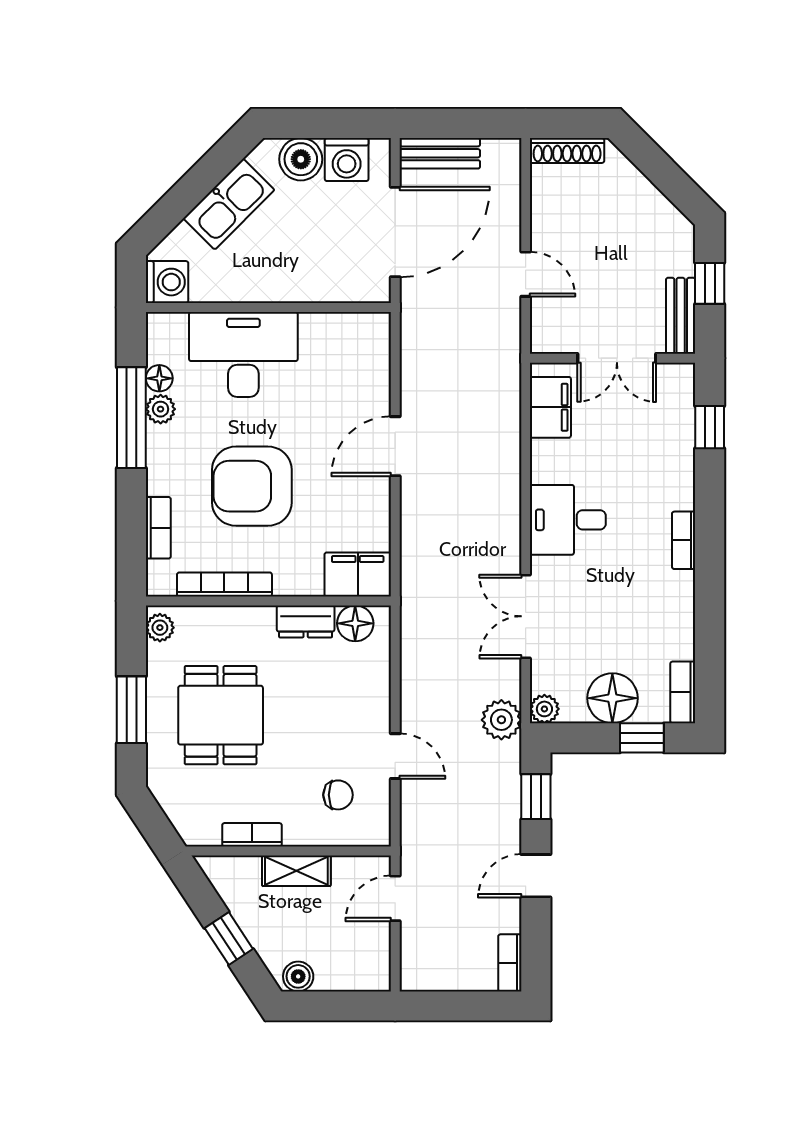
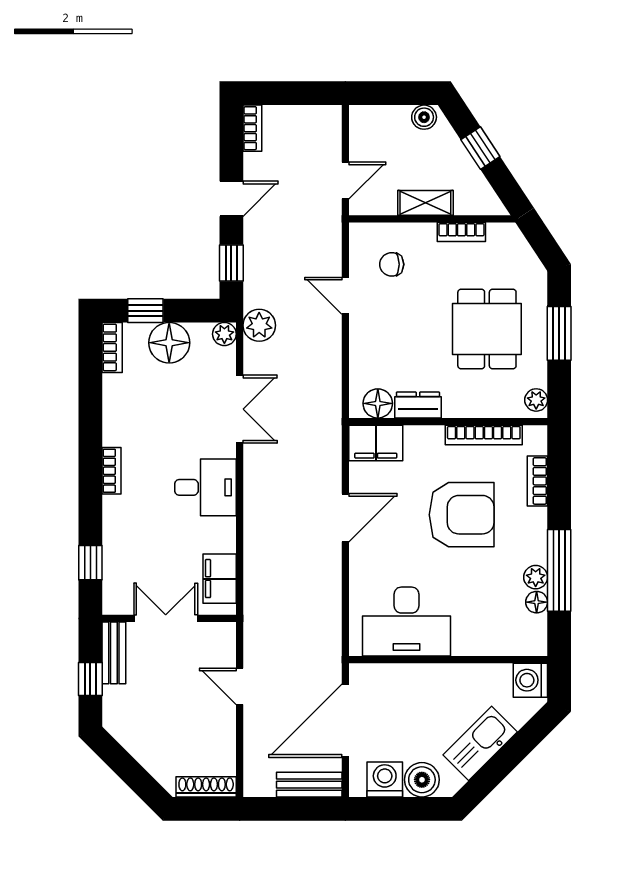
desk: (243, 354) -> (406, 621), moved
door: (395, 446) -> (345, 518), moved

